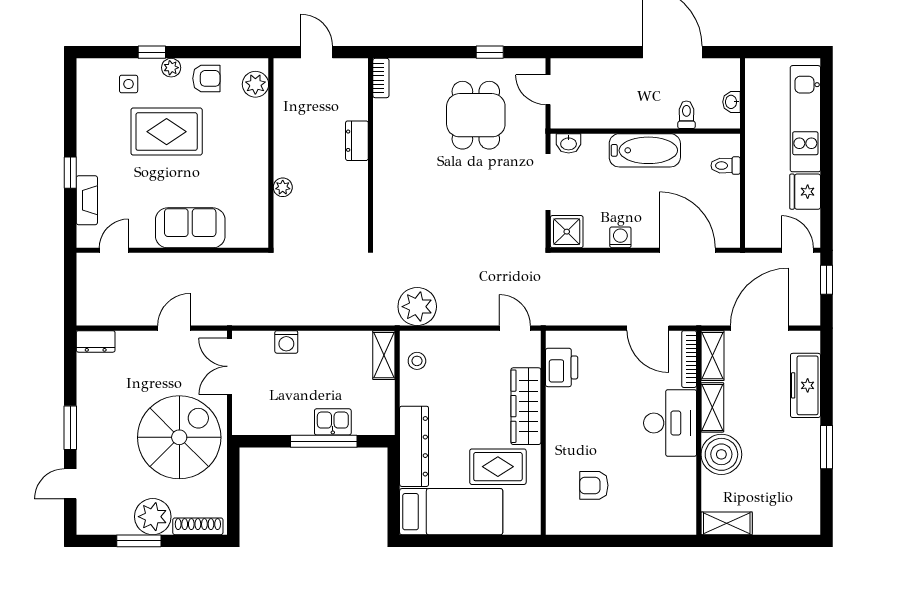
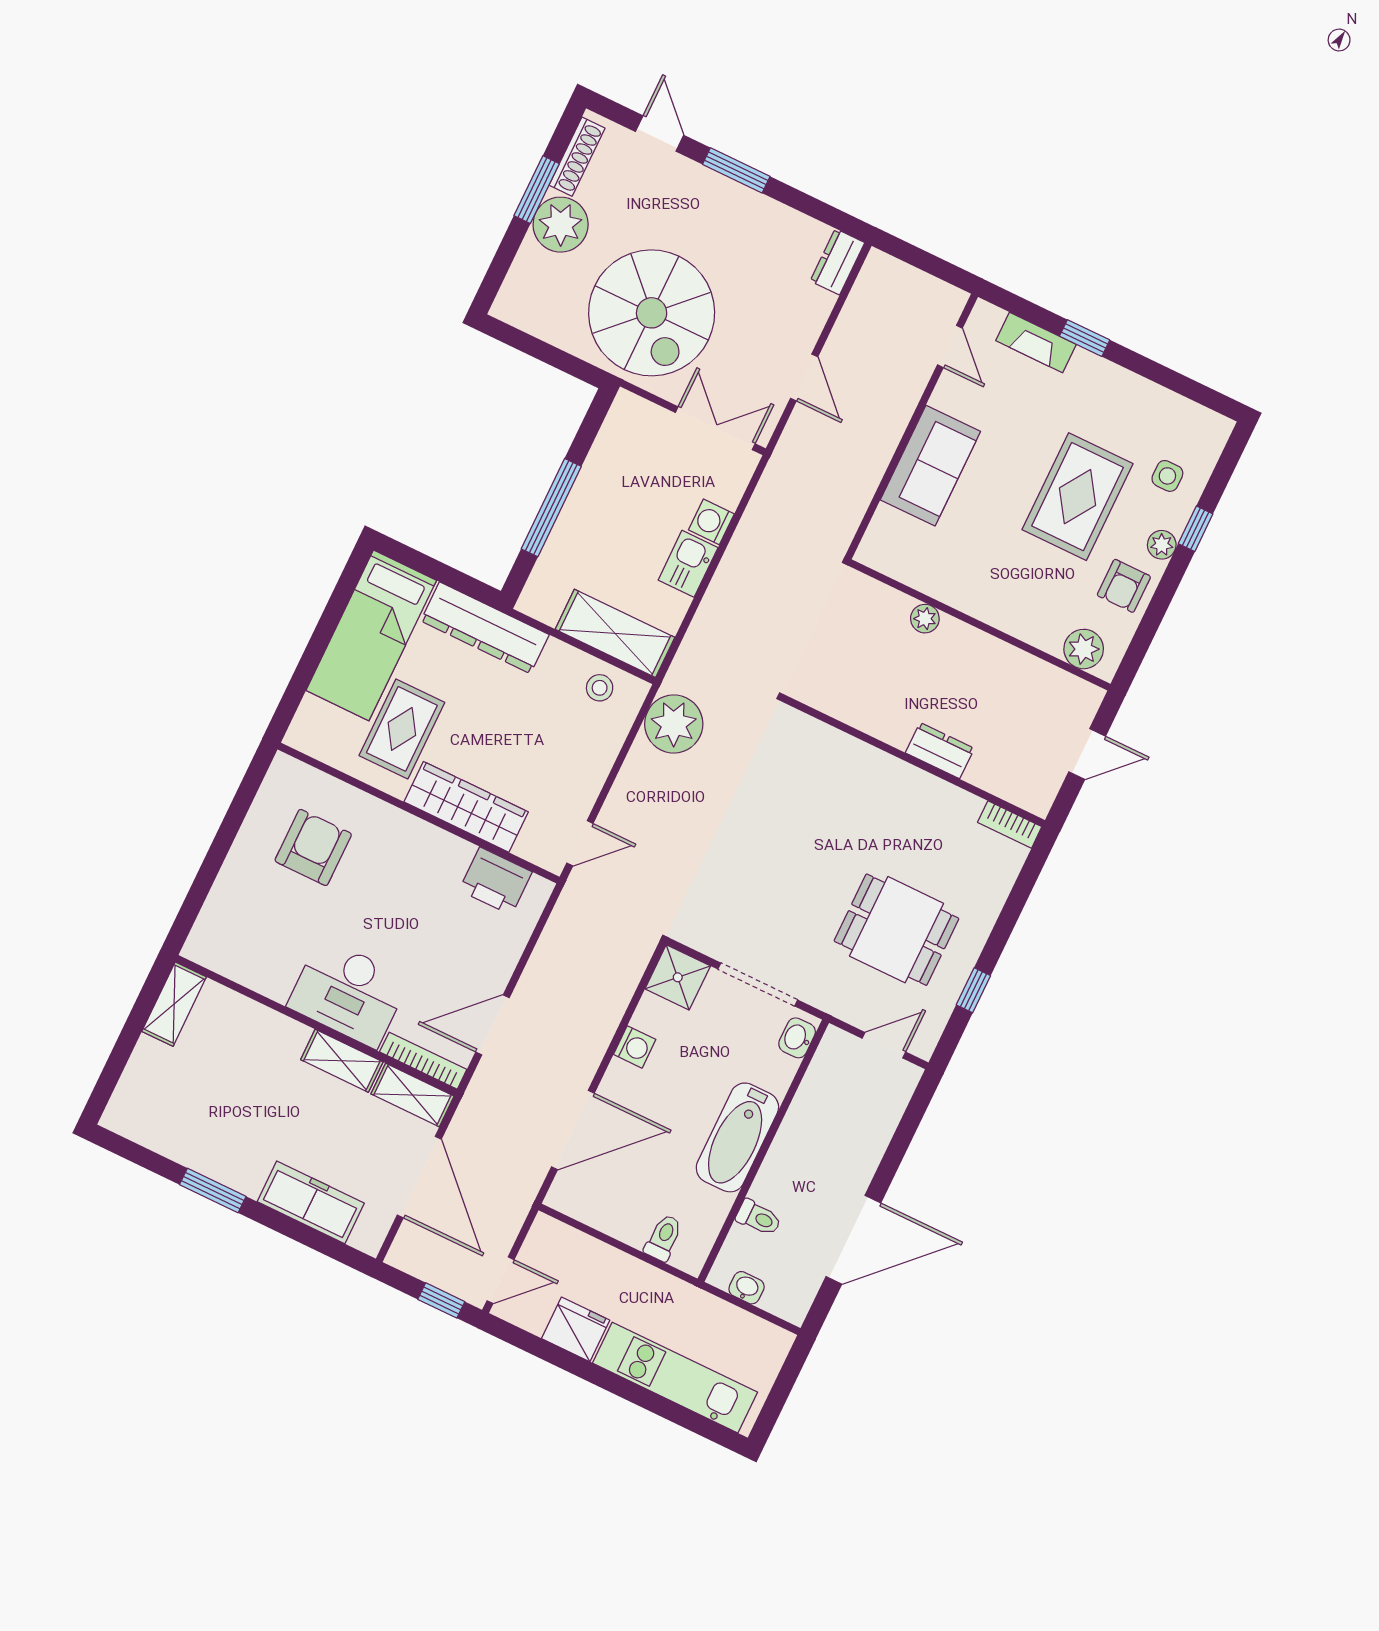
shelving: (384, 355) -> (615, 633), width x1.50, depth x1.33
kitchen sink: (333, 422) -> (688, 564), moved, turned 180
boiler: (721, 454) -> (272, 1042), removed
armchair: (594, 485) -> (313, 847), width x1.38, depth x1.38
shoe rack: (198, 526) -> (577, 157), moved

